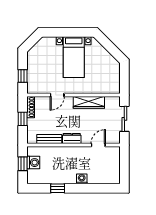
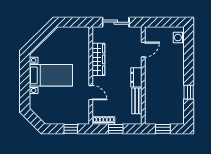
door: (98, 145) -> (143, 50), swing flipped
washing machine: (33, 163) -> (162, 118), removed
washing machine: (82, 179) -> (179, 37), moved

